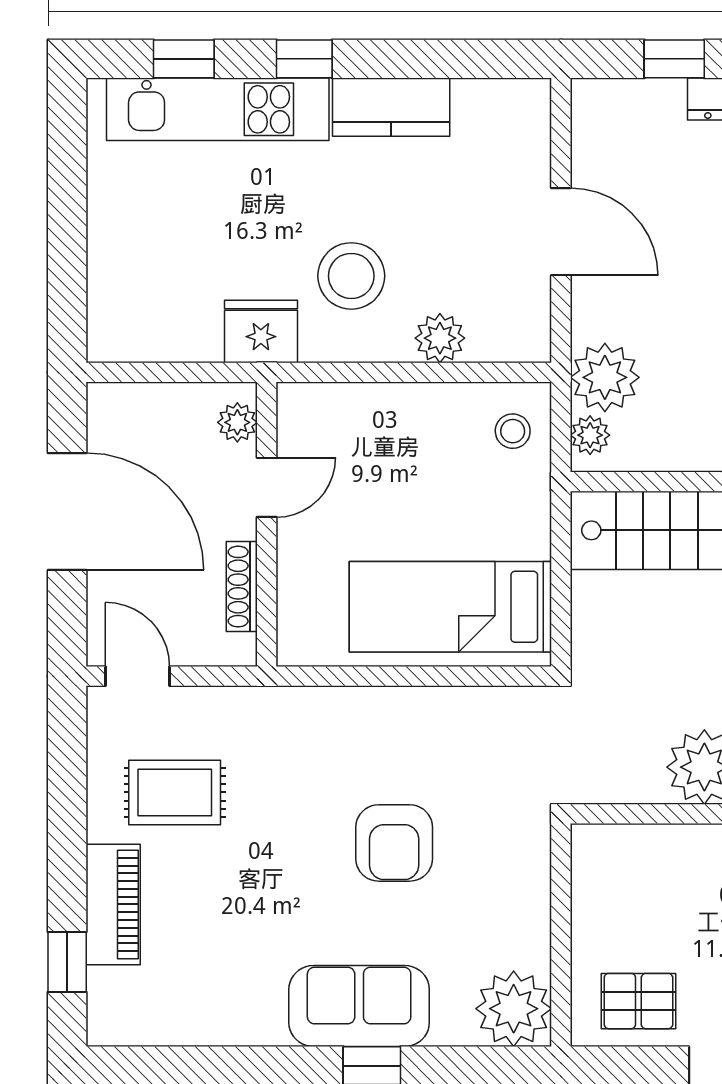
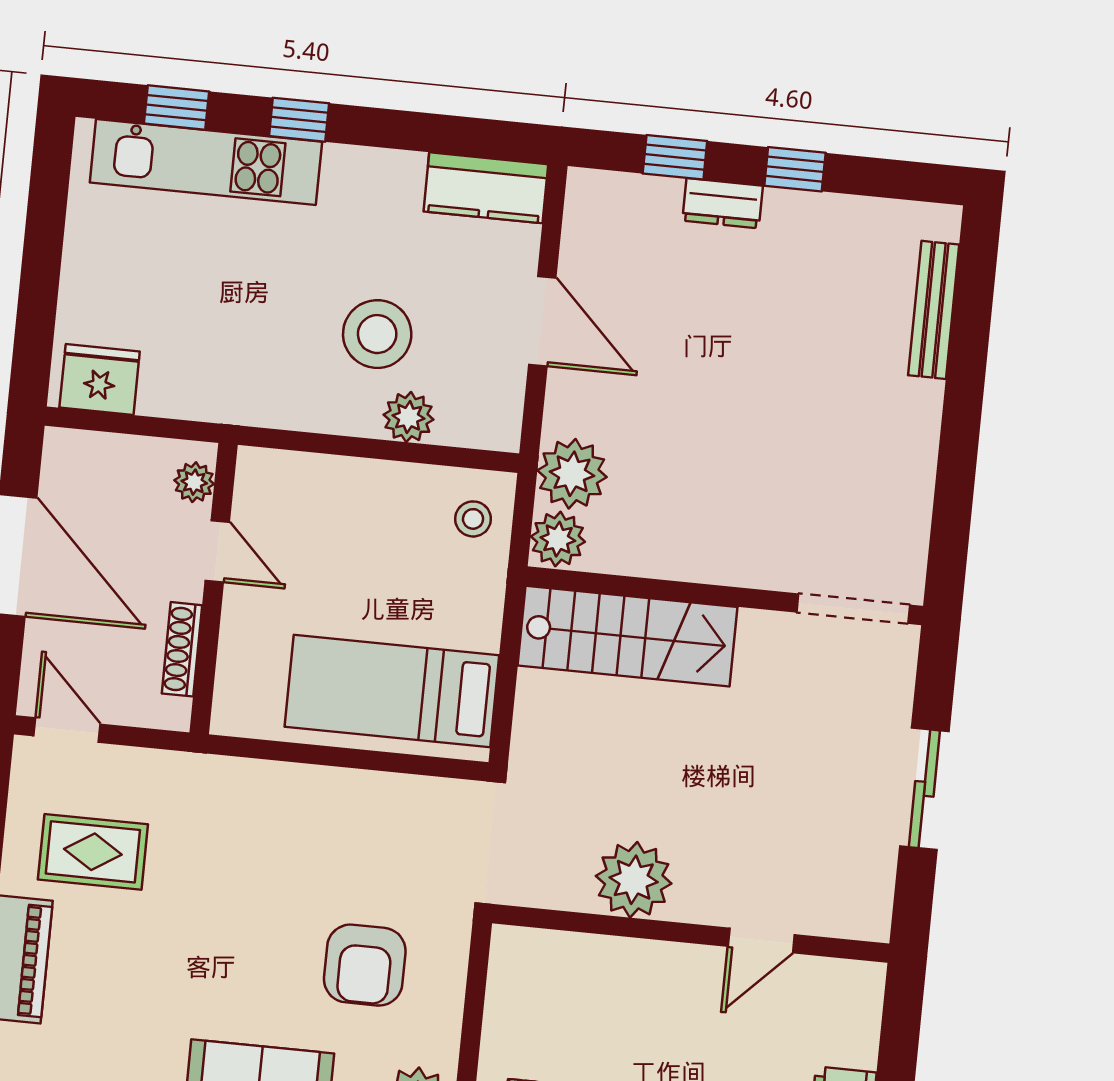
kitchen counter: (391, 107) -> (486, 188), moved
stool: (351, 276) -> (377, 334), moved
fridge: (261, 332) -> (100, 380), moved
plant: (590, 435) -> (558, 539), width x1.38, depth x1.38
door: (267, 487) -> (217, 551), hinge flipped
armchair: (394, 843) -> (365, 965), moved

